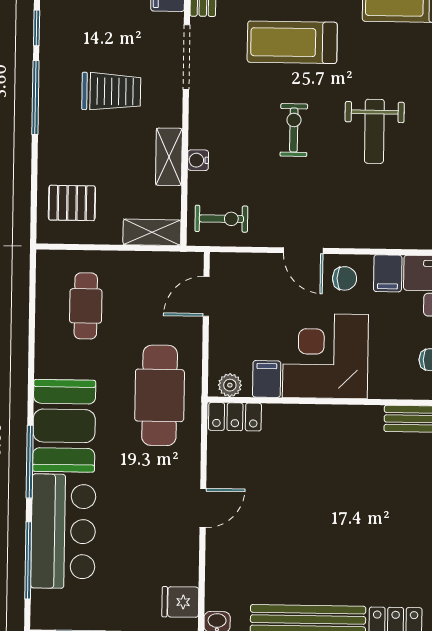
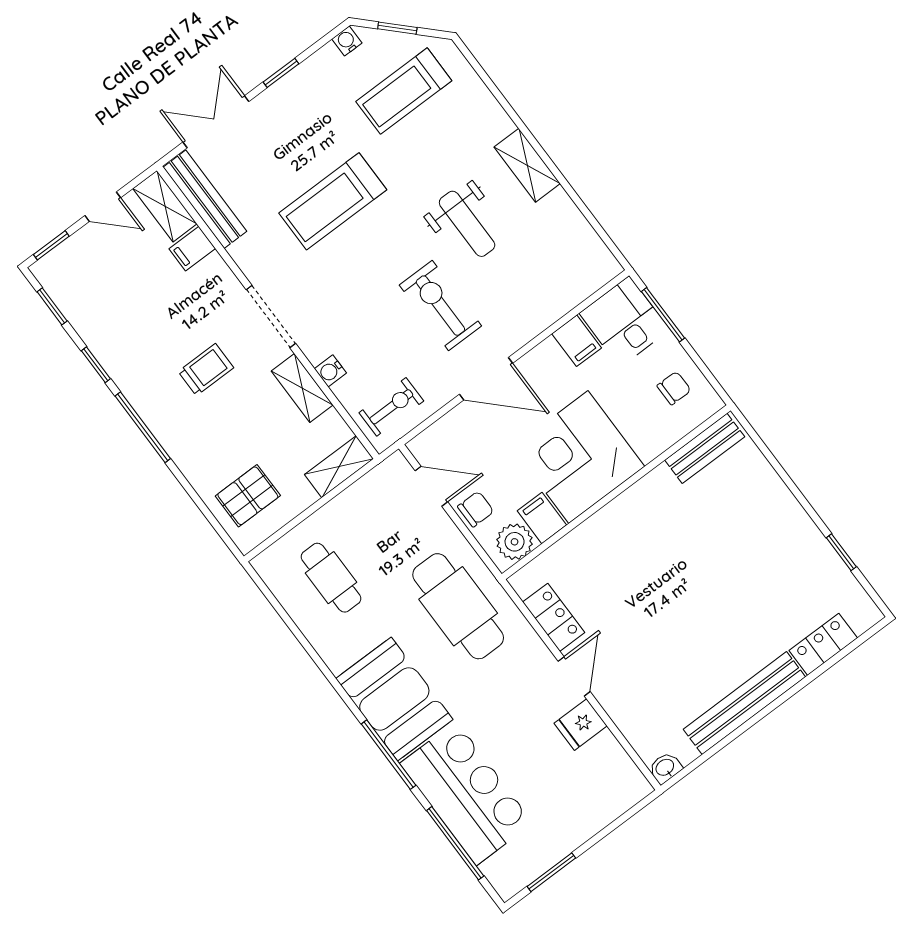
doorway: (186, 57) -> (271, 317), moved
trolley: (111, 91) -> (206, 370), width x0.73, depth x0.72
exercise bike: (294, 130) -> (440, 306), moved, width x1.38, depth x1.39
door: (303, 251) -> (486, 379), width x1.38
chair: (345, 278) -> (476, 509), moved
door: (206, 296) -> (431, 486), swing flipped
plant: (230, 385) -> (515, 542), width x1.38, depth x1.38
locker: (235, 417) -> (554, 617), moved, turned -90
fridge: (180, 602) -> (581, 725), moved

